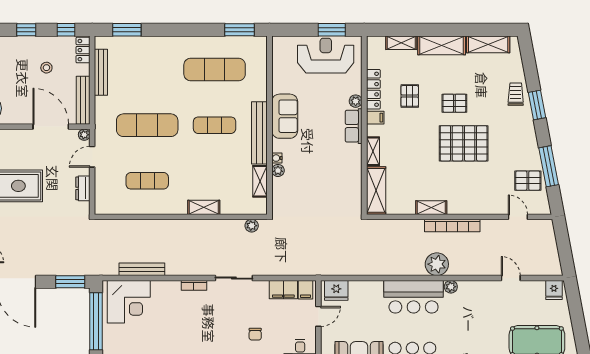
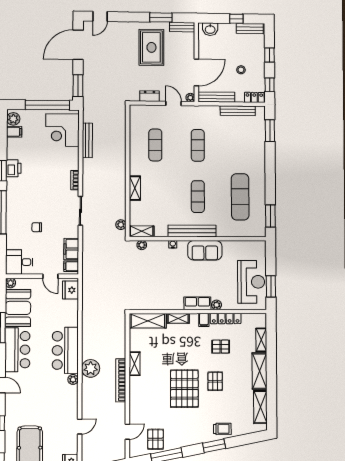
exercise mat: (147, 125) -> (198, 145), width x0.73, depth x0.69
plant: (278, 170) -> (142, 245), moved
shelving: (260, 181) -> (142, 231), moved

